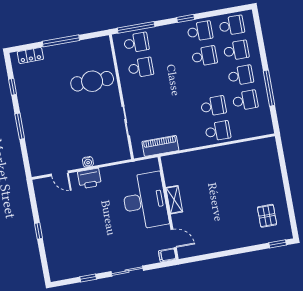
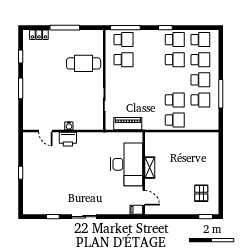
shelving: (174, 200) -> (150, 168), moved
desk: (145, 201) -> (127, 164), moved
wall: (168, 208) -> (144, 173), moved
door: (174, 238) -> (144, 198), moved
filing cabinet: (167, 255) -> (136, 210), moved

